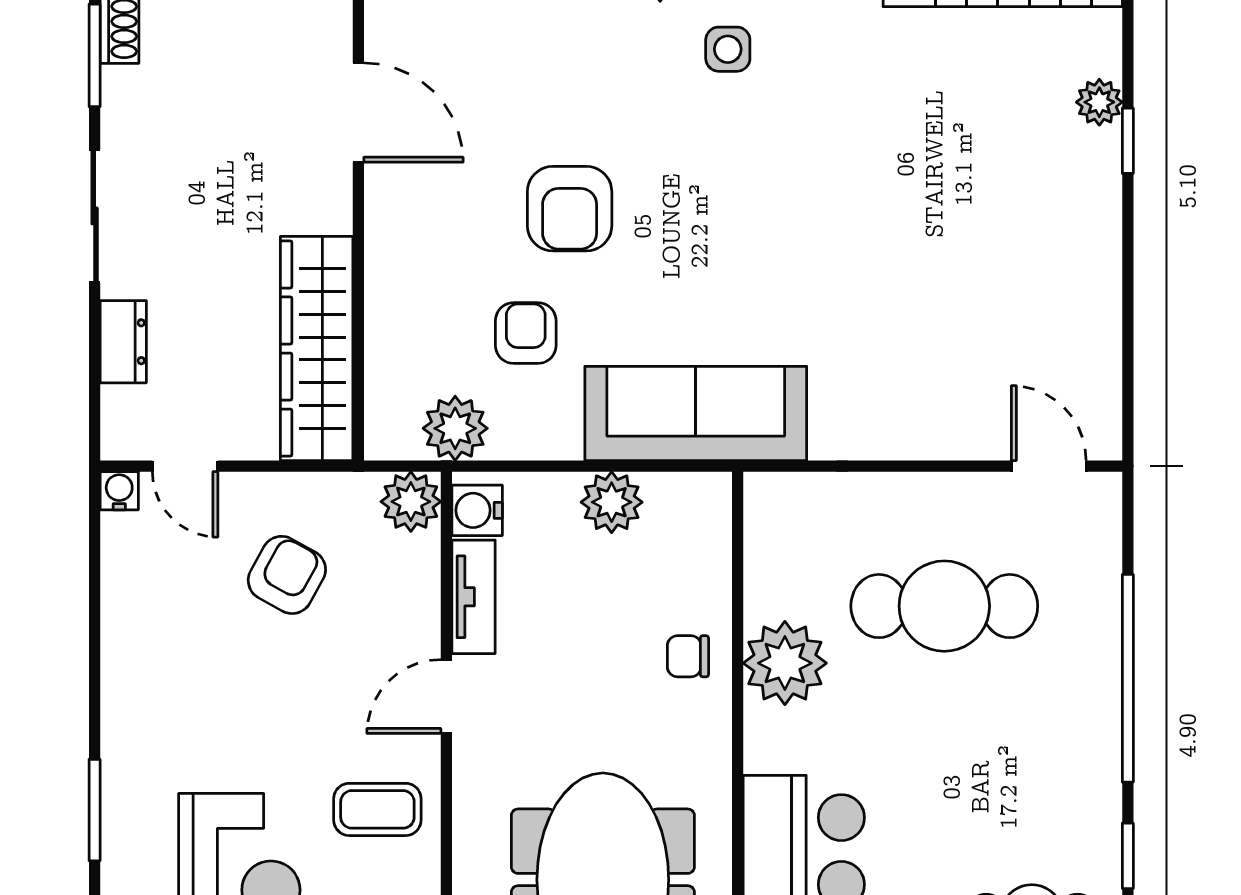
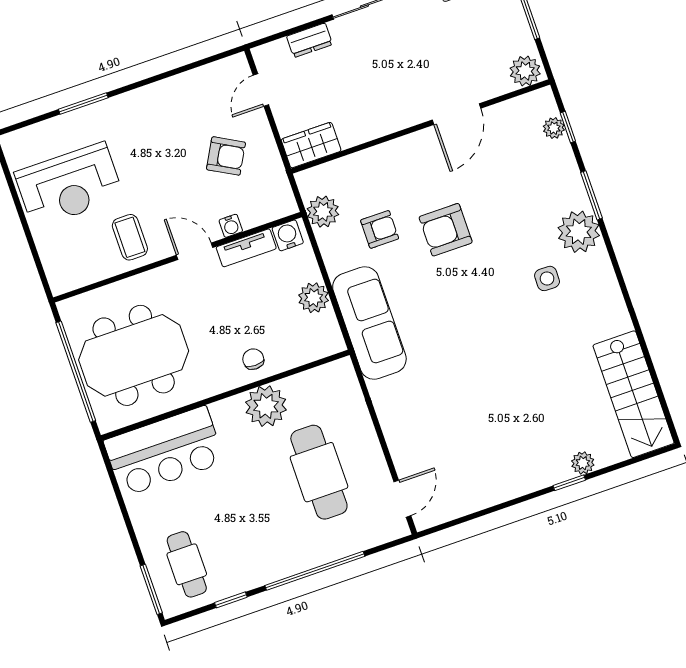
wardrobe: (317, 349) -> (311, 145), width x0.48, depth x0.85
water cooler: (119, 491) -> (231, 226), moved, turned 90
plant: (411, 502) -> (281, 203), removed

